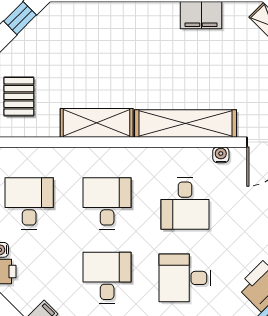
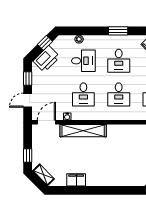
shelving: (97, 123) -> (123, 131), removed
desk: (185, 204) -> (83, 94), turned 180

